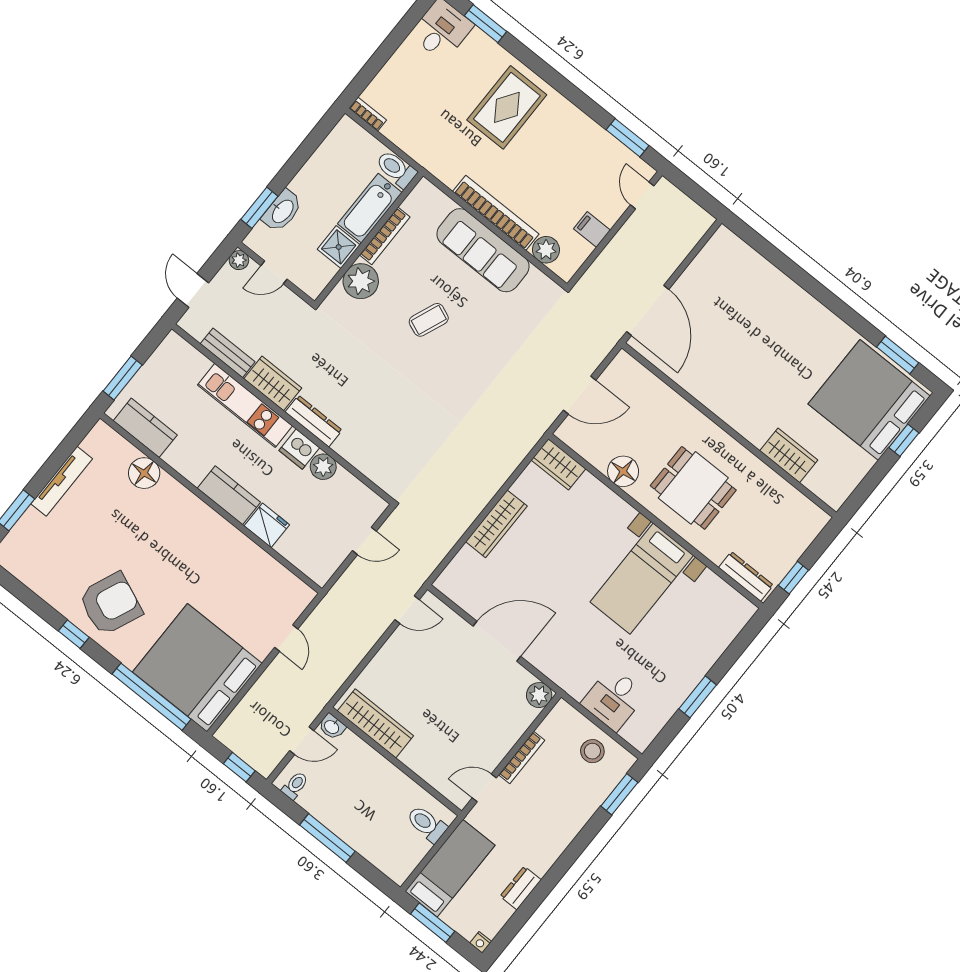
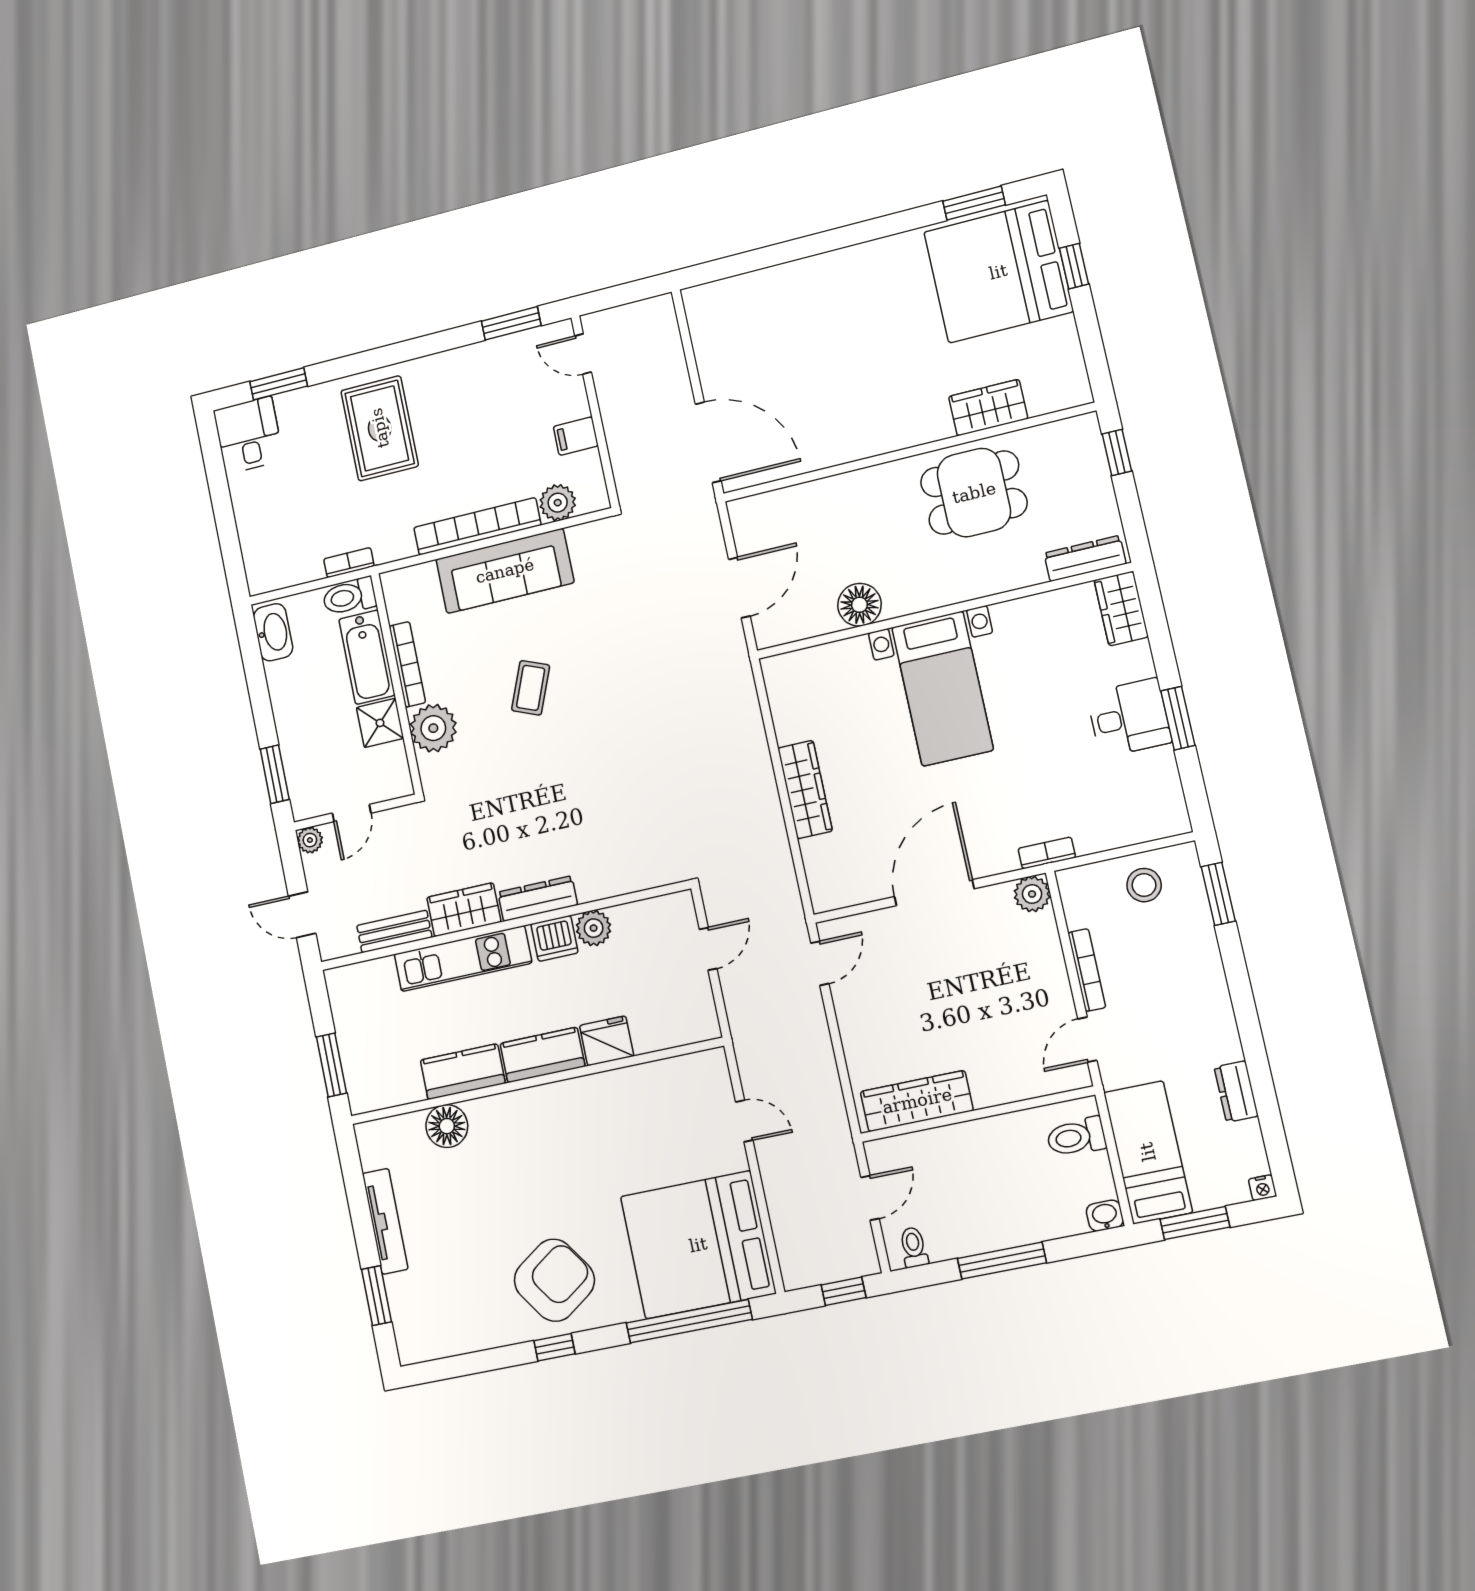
bookcase: (368, 114) -> (349, 563), moved
washbasin: (282, 211) -> (273, 632), moved
kitchen counter: (145, 428) -> (463, 1072), moved
wardrobe: (558, 464) -> (1121, 608), moved, turned 90
dining table: (693, 488) -> (974, 493), moved
window: (793, 578) -> (1117, 452), moved
bed with nightstands: (642, 579) -> (943, 689), moved
armchair: (110, 604) -> (554, 1280), turned 32
bookcase: (568, 685) -> (1047, 853), added
desk: (614, 699) -> (1129, 718), moved, turned -90
washbasin: (332, 727) -> (1105, 1216), moved, turned 180

